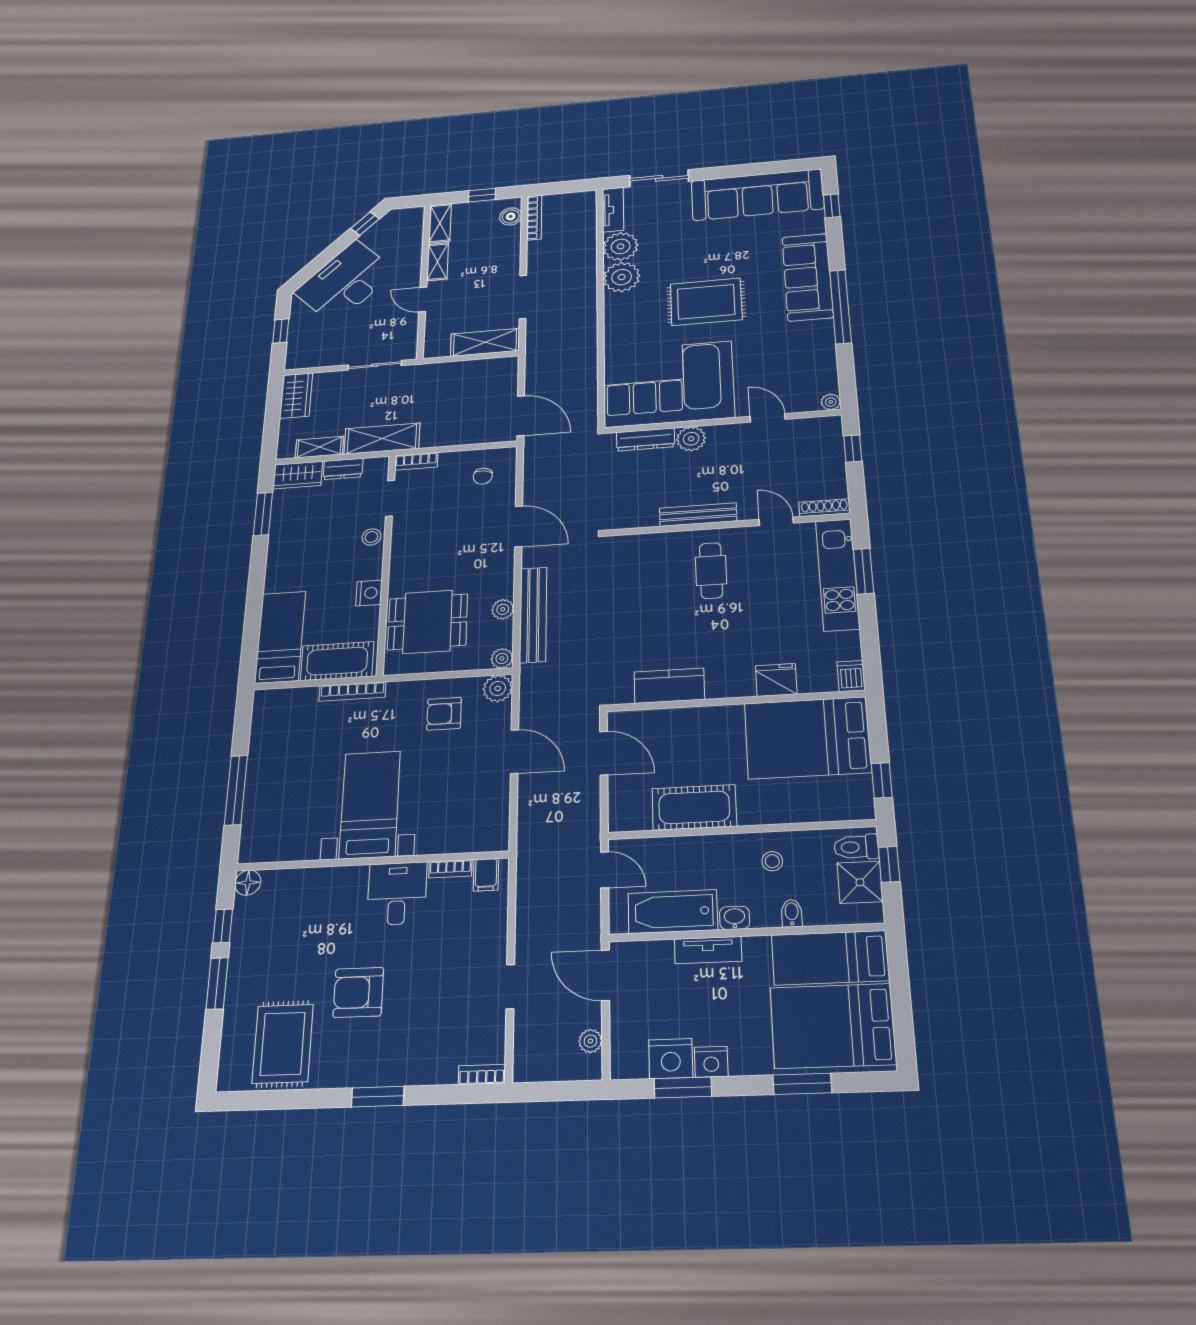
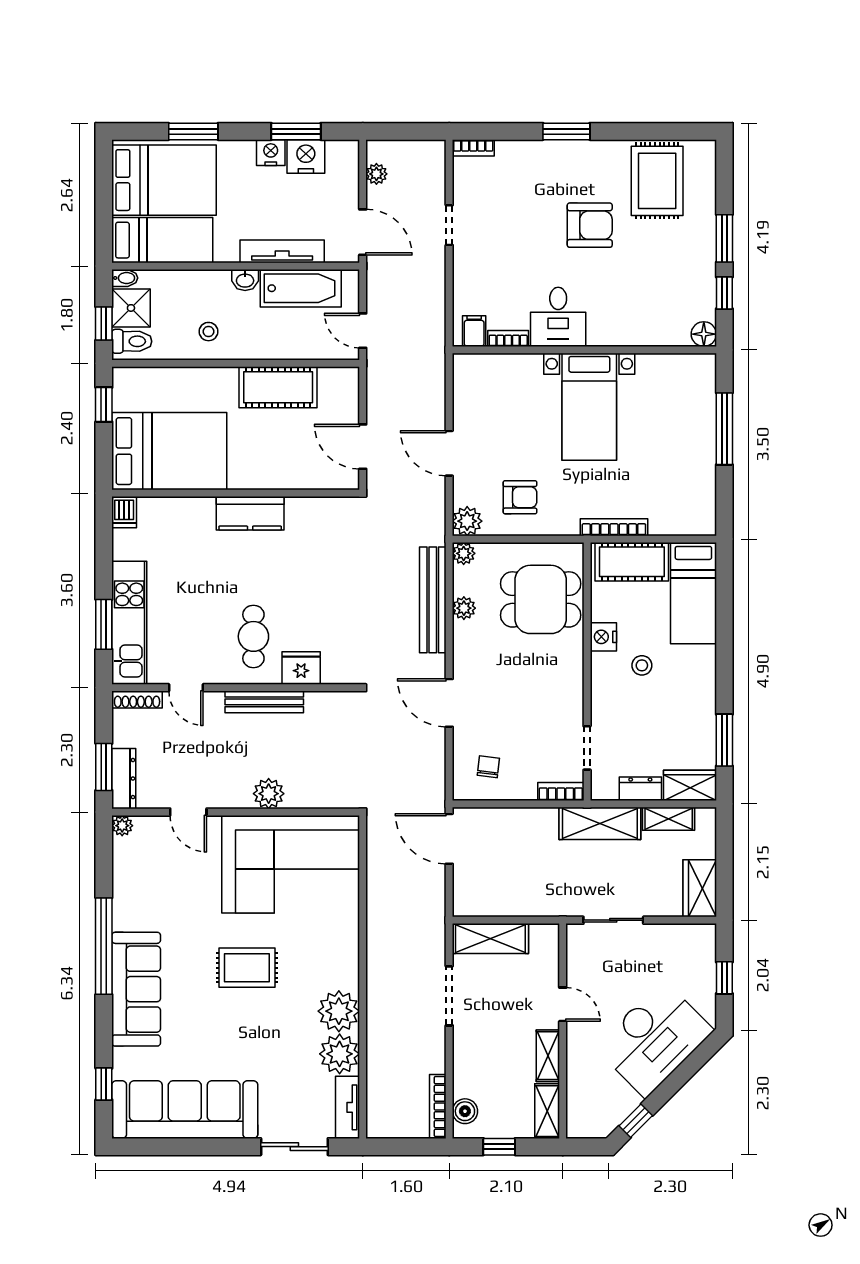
rug: (706, 302) -> (247, 968), width x0.73, depth x0.70
dresser: (645, 439) -> (124, 779), moved, turned 90
window: (853, 448) -> (104, 767), width x1.50
stool: (371, 537) -> (642, 665), moved
fridge: (776, 680) -> (301, 668), moved, turned 180
kitchen counter: (669, 686) -> (250, 513), moved
bidet: (792, 913) -> (125, 278), moved, turned -90
tv unit: (708, 950) -> (282, 251), width x1.41

